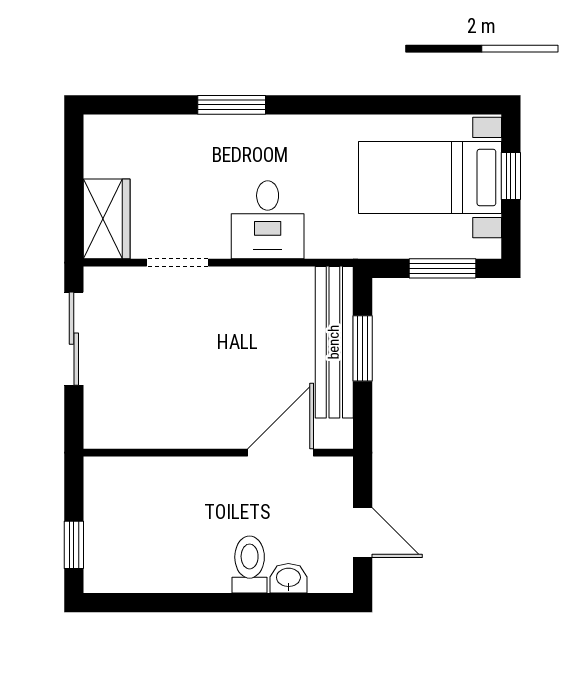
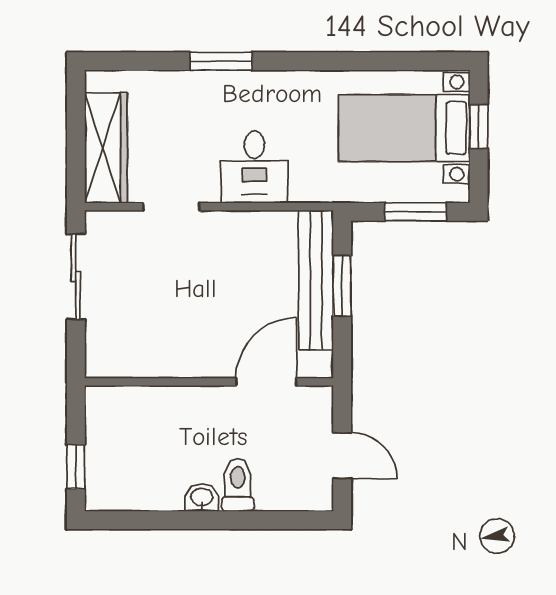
wardrobe: (107, 219) -> (106, 148), width x1.50
washbasin: (288, 578) -> (202, 498), moved

